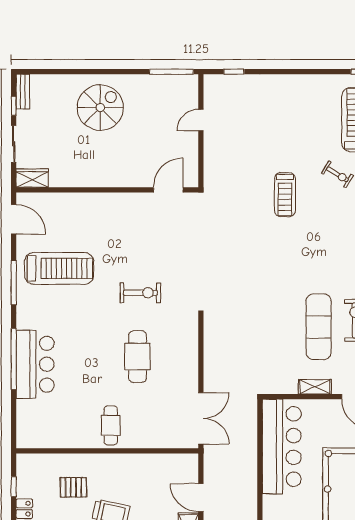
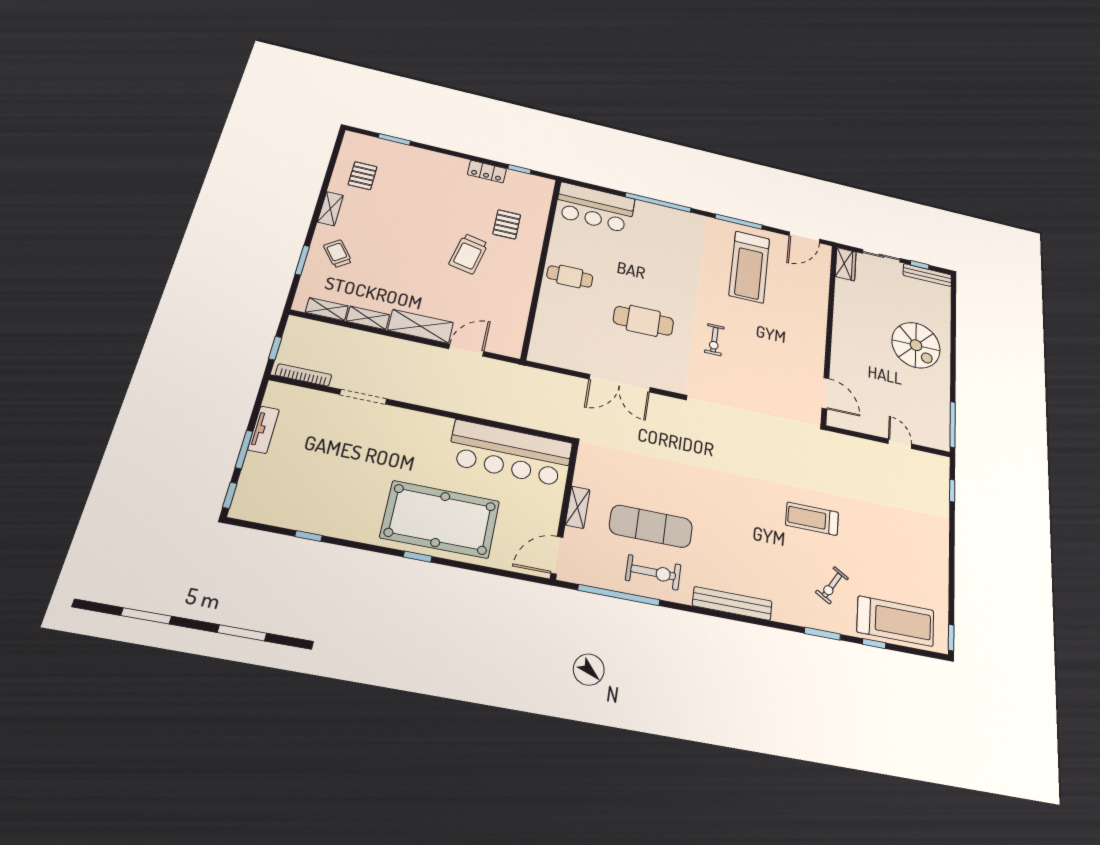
bench: (23, 92) -> (927, 275), width x1.36
exercise bike: (140, 293) -> (714, 340), width x0.73, depth x0.72
bar counter: (35, 364) -> (595, 208), moved
double door: (201, 418) -> (620, 383), moved

